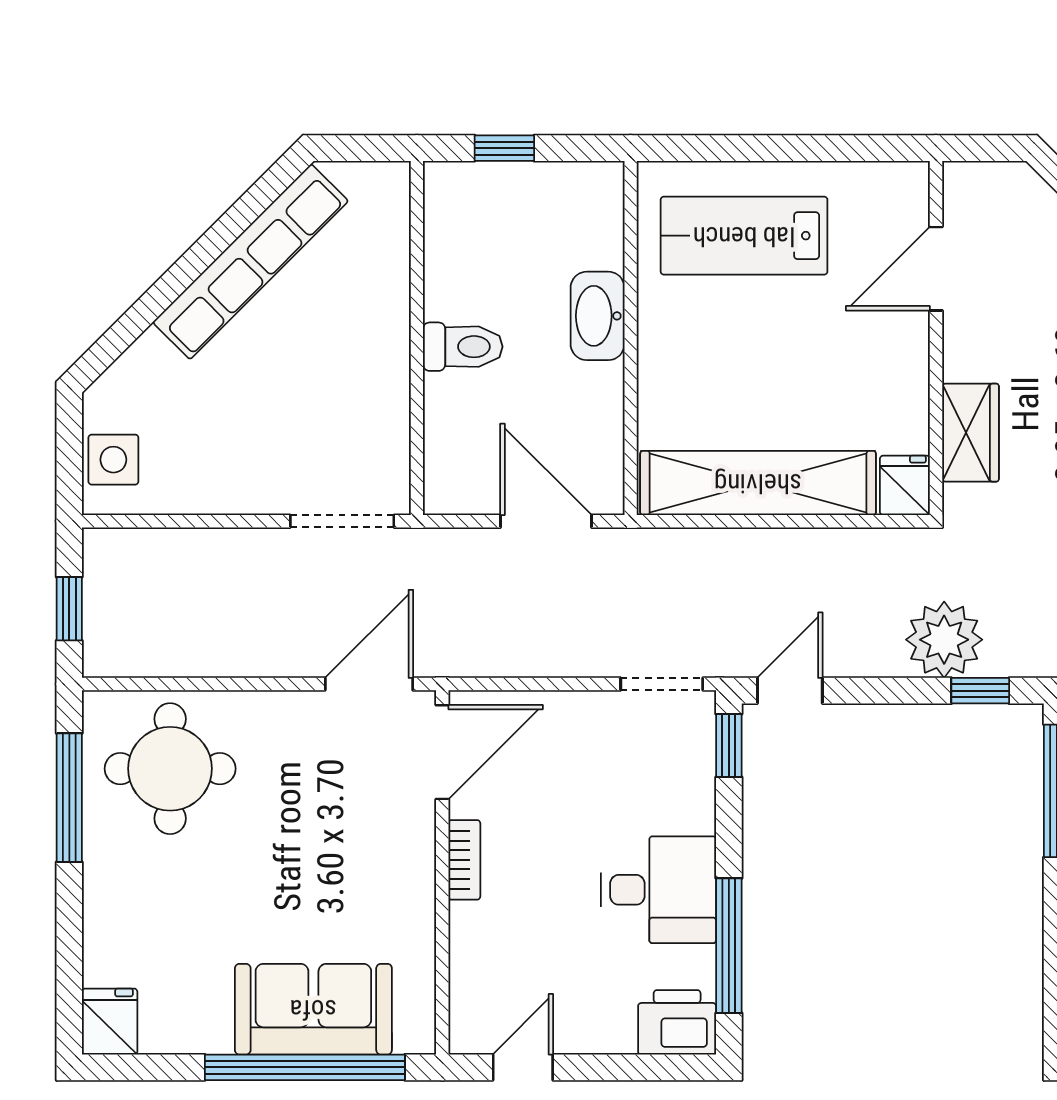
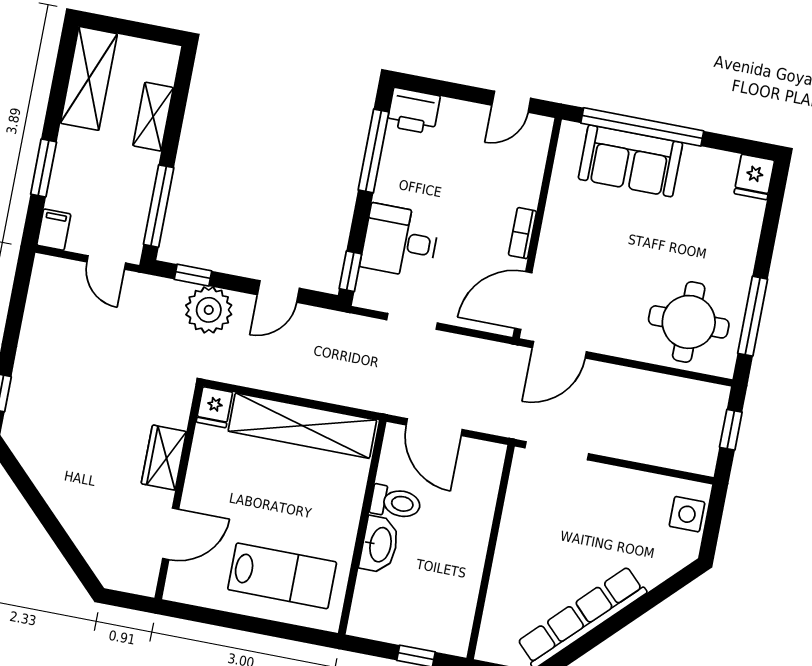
toilet: (463, 347) -> (396, 503), moved, turned 180
wardrobe: (970, 433) -> (164, 458), moved
doorway: (662, 684) -> (412, 321), moved
door: (790, 691) -> (278, 292), moved
desk: (658, 890) -> (400, 241), moved

